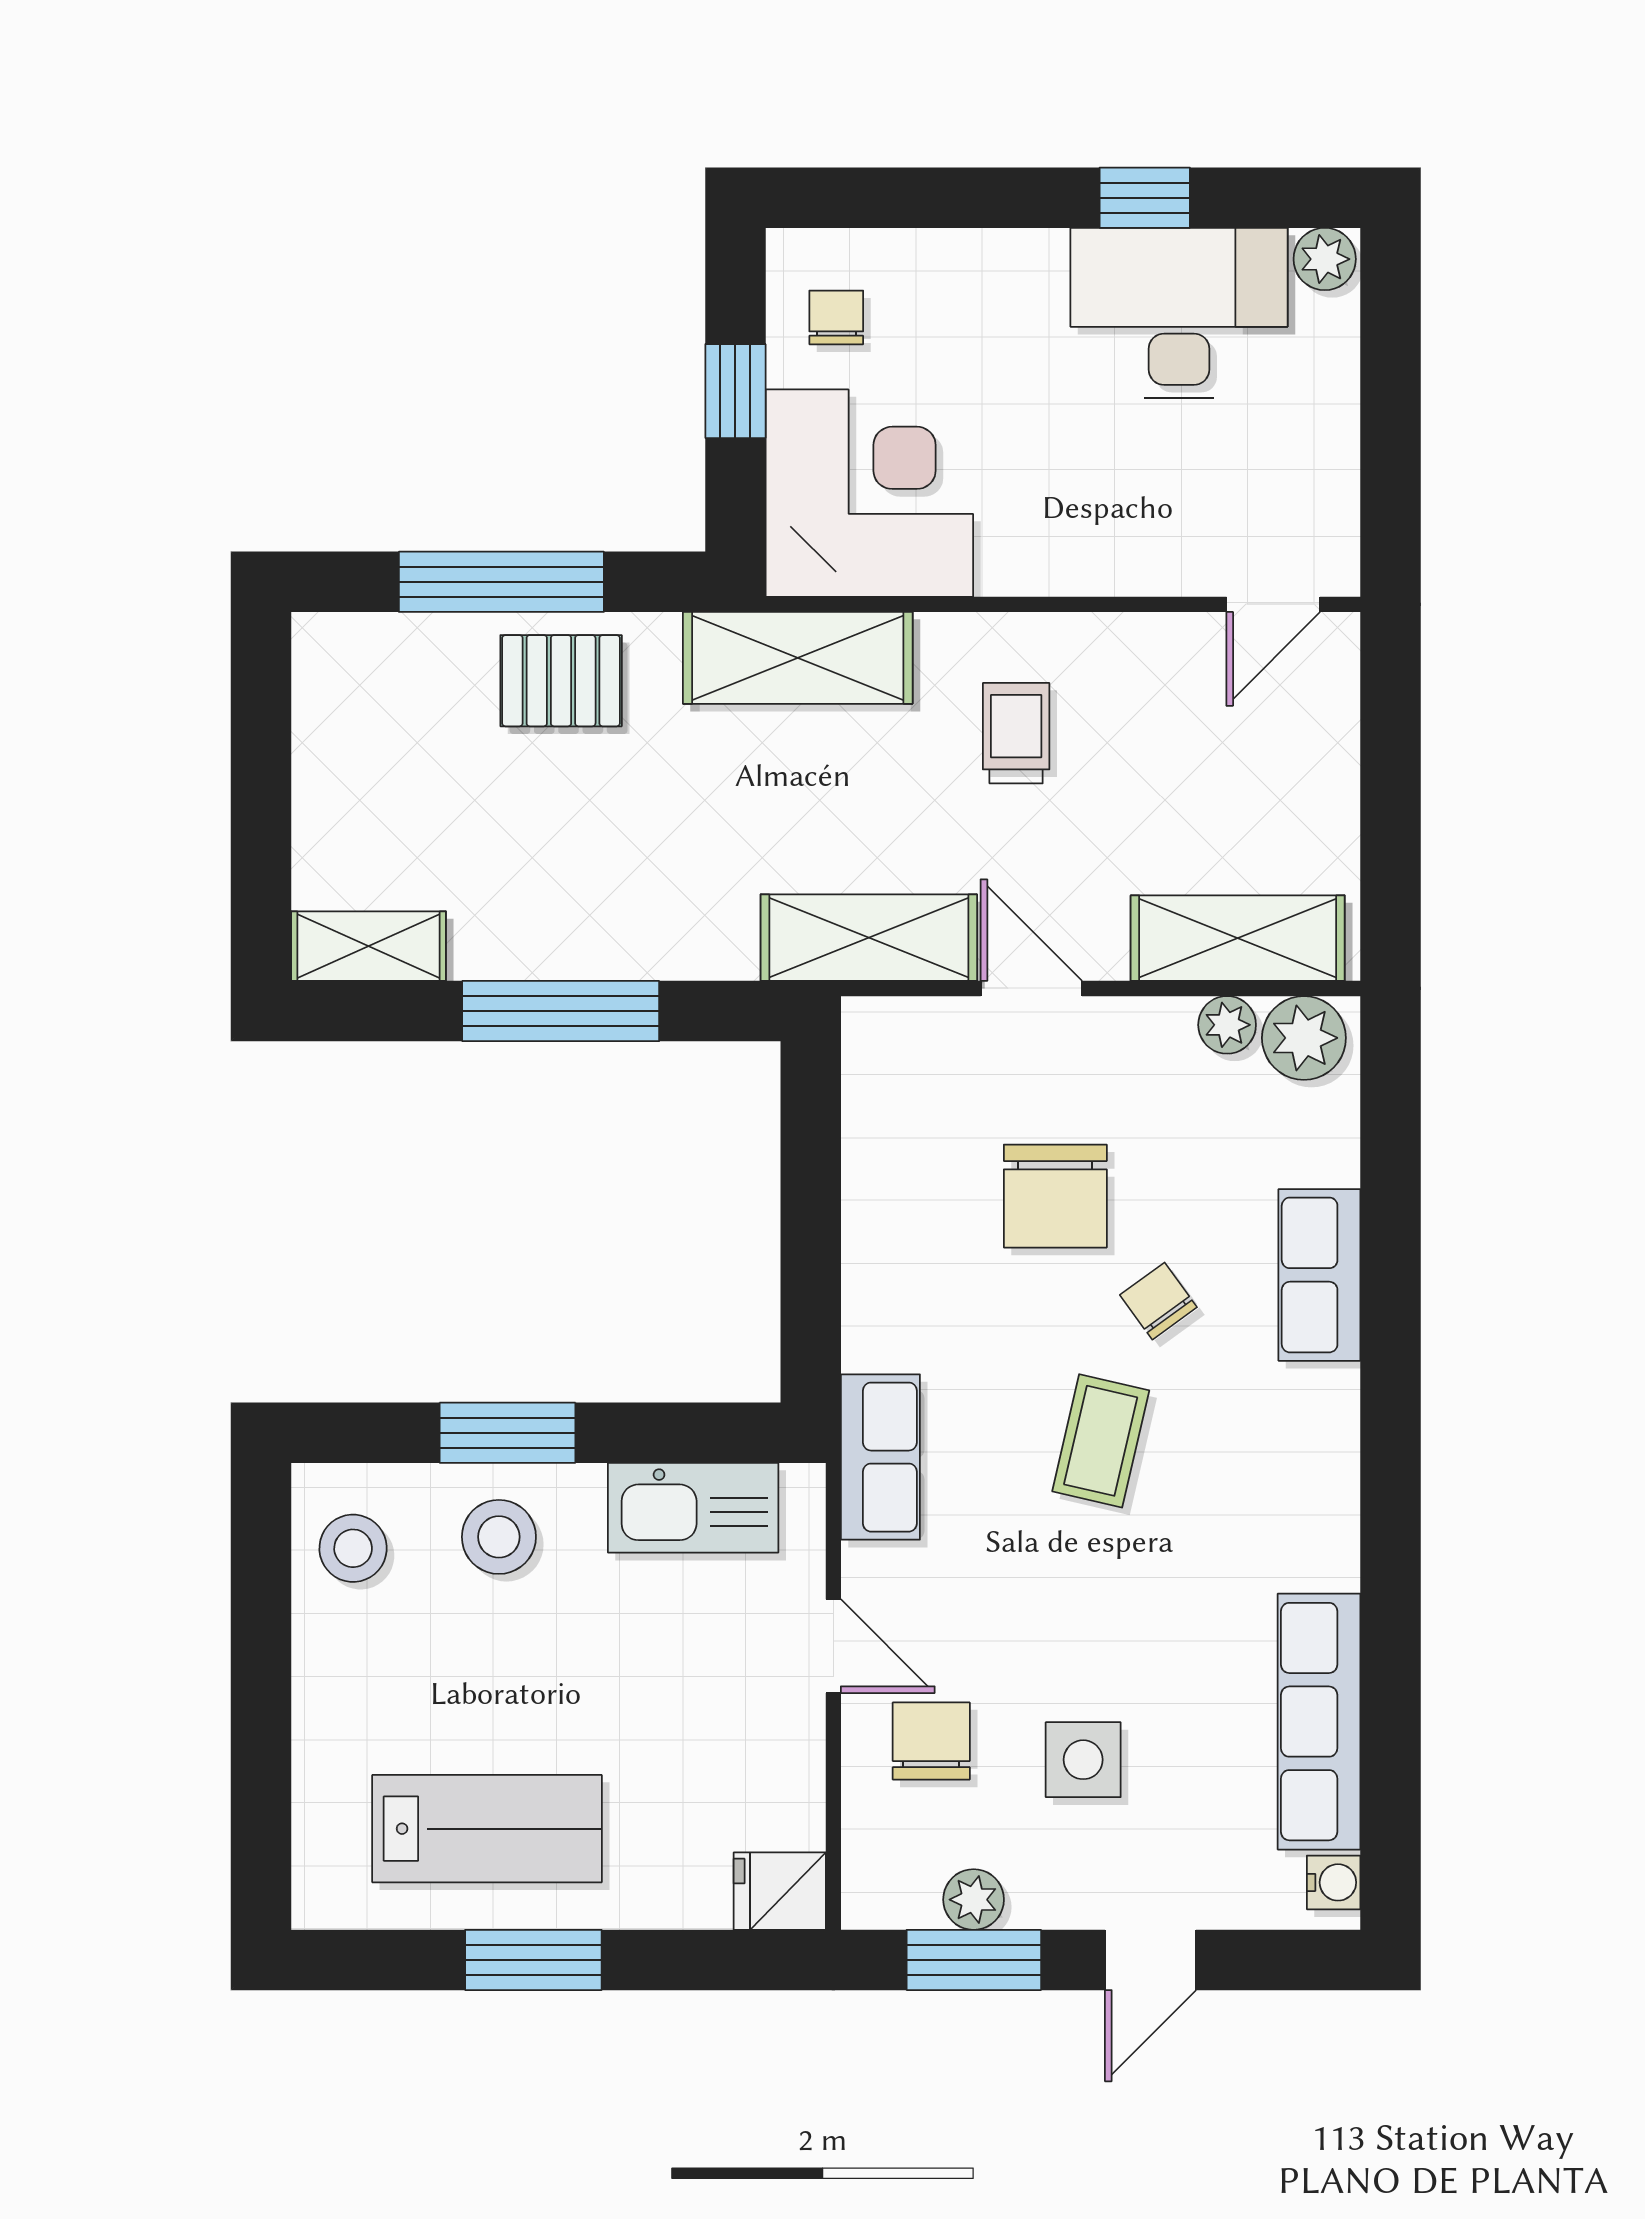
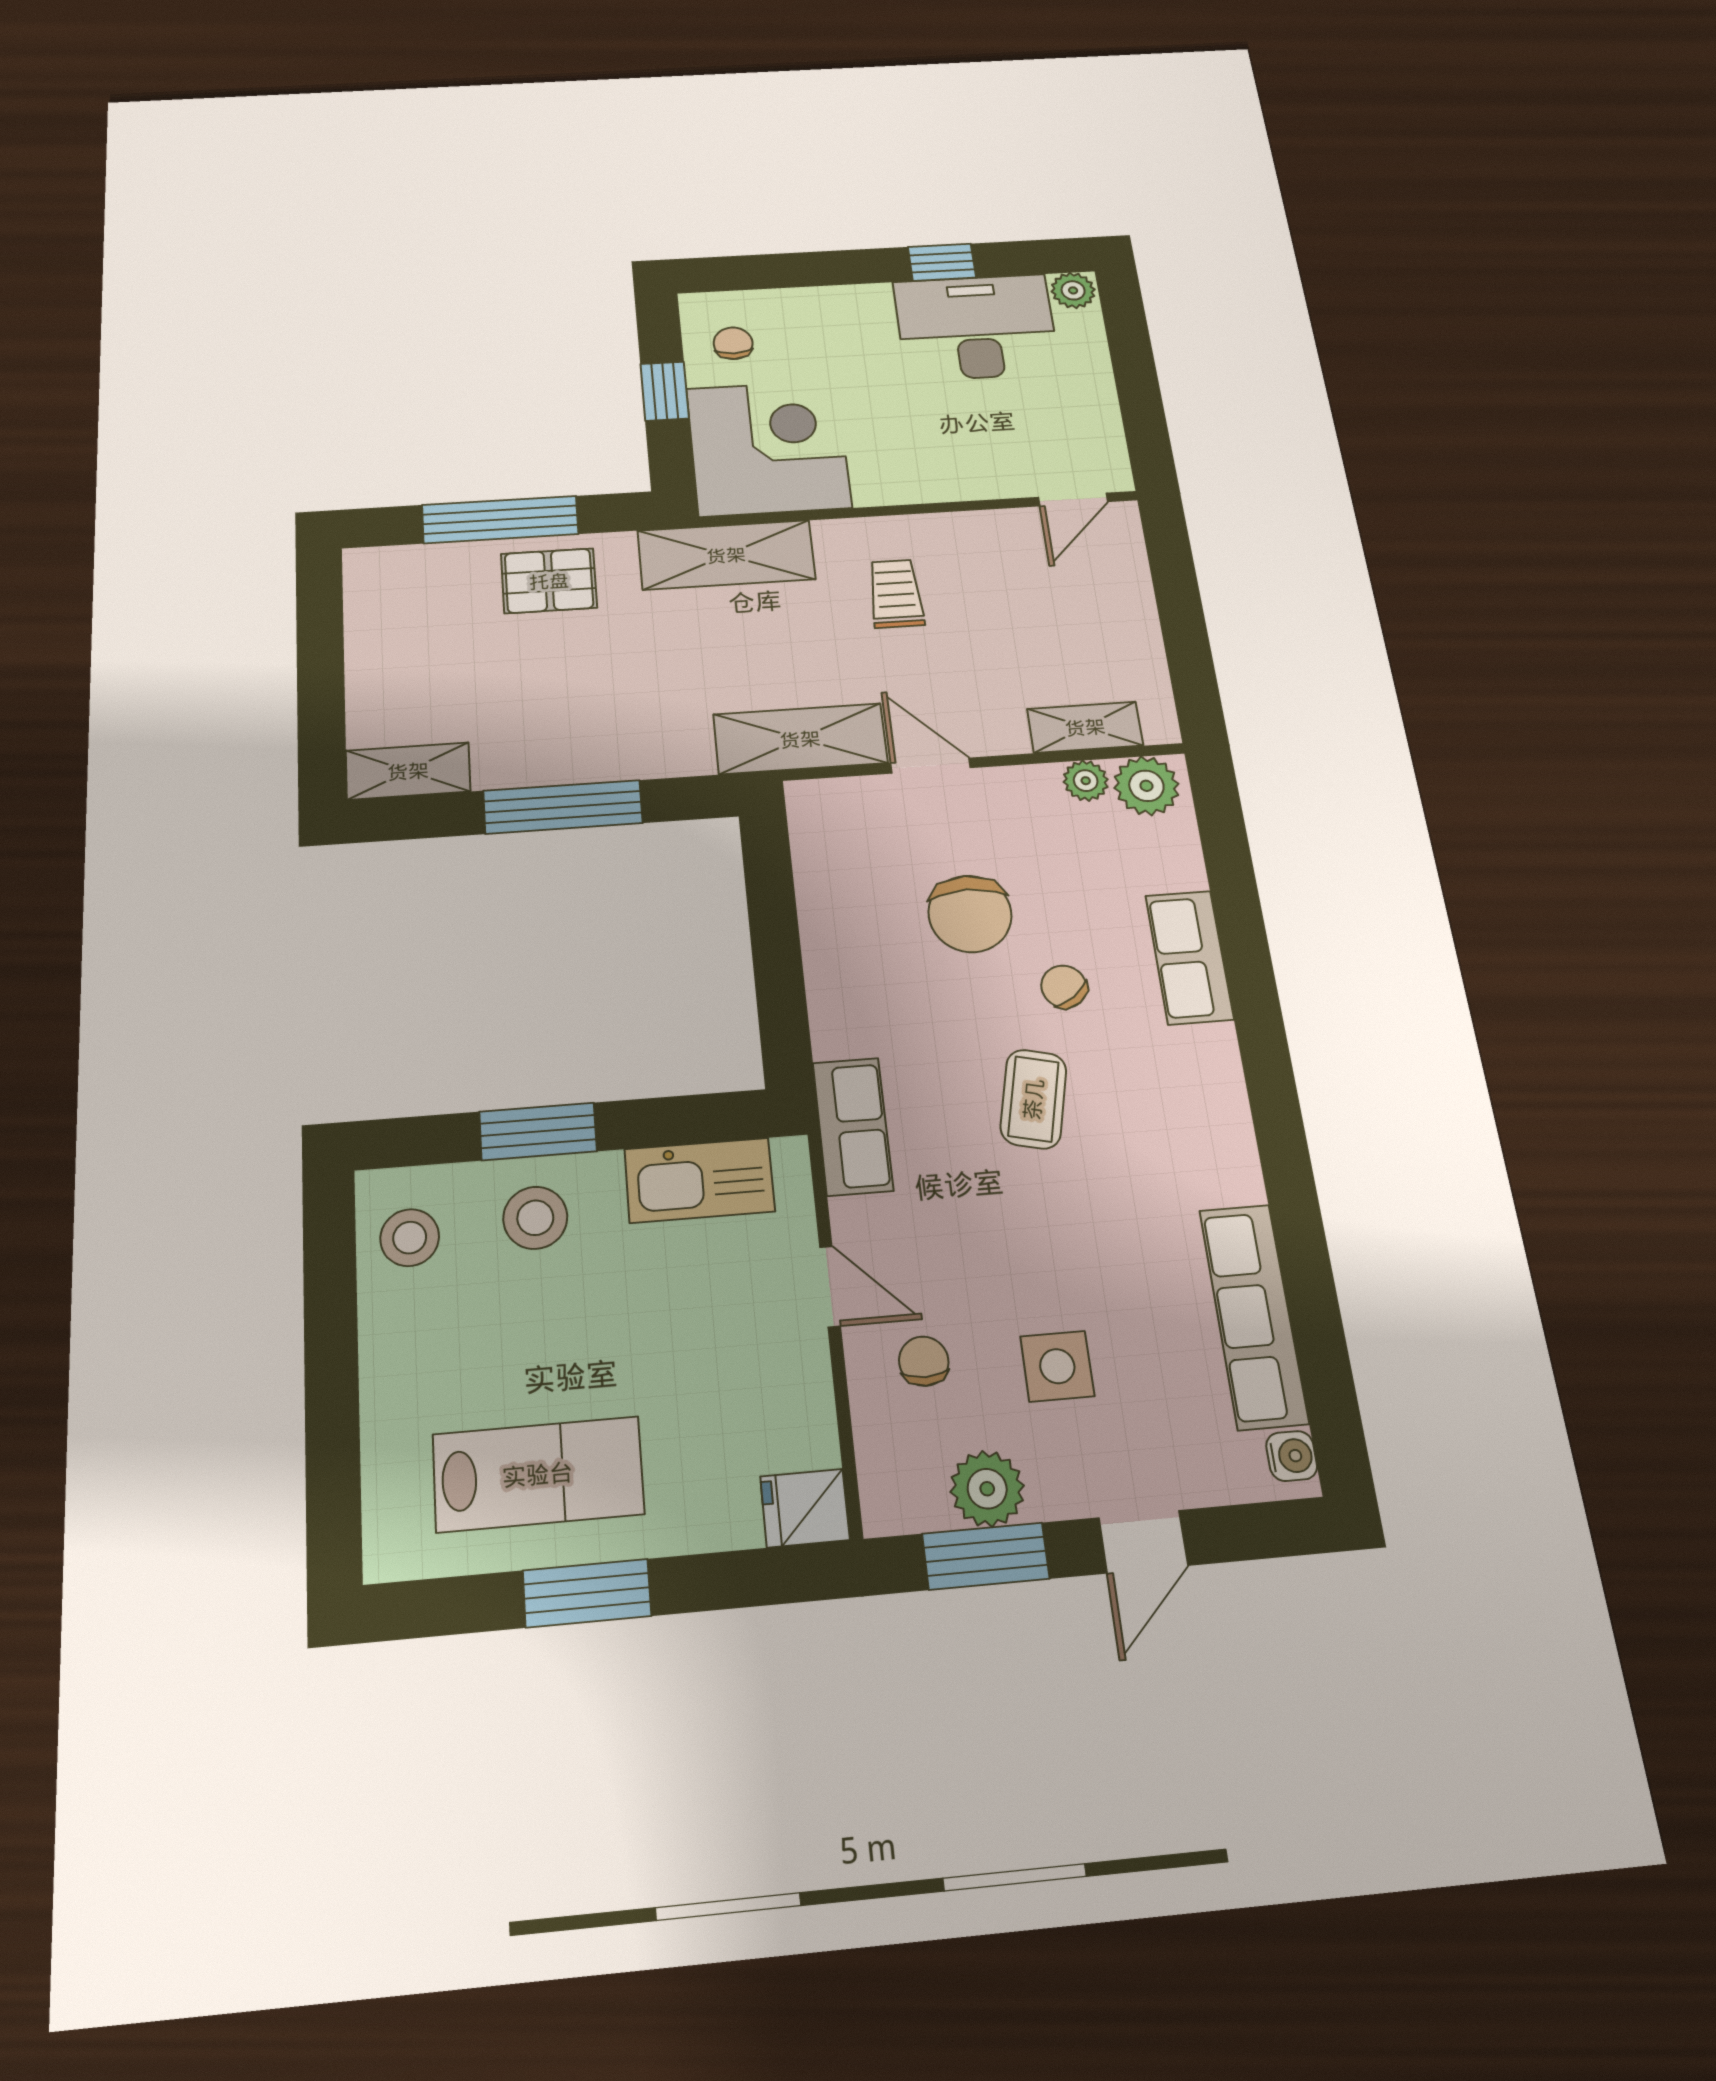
shelving: (1238, 938) -> (1085, 727), width x0.67, depth x0.75
chair: (931, 1741) -> (924, 1361), width x0.73, depth x0.73
plant: (974, 1900) -> (987, 1489), width x1.38, depth x1.38

